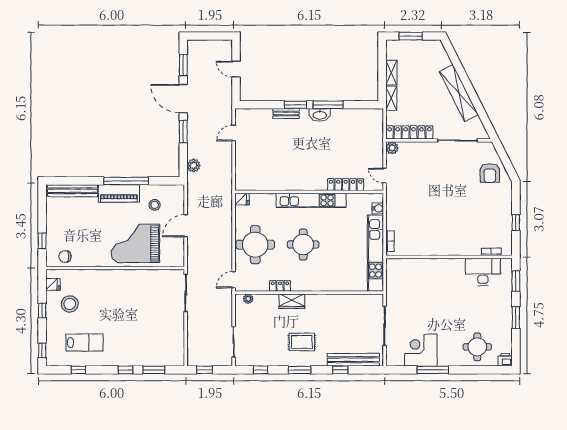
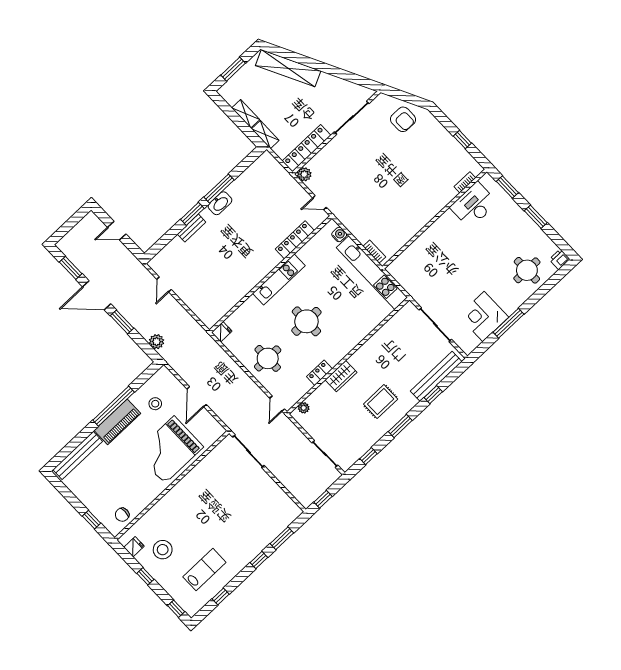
shelving: (459, 93) -> (288, 68), moved
kitchen unit: (311, 200) -> (279, 279), width x0.73
round table: (255, 245) -> (268, 358), width x0.73, depth x0.73

